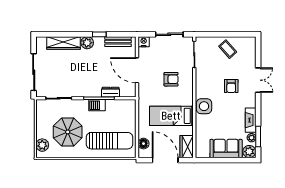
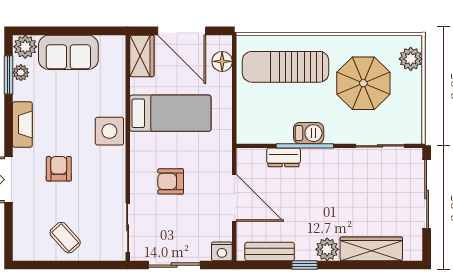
fireplace: (251, 120) -> (22, 124), moved

